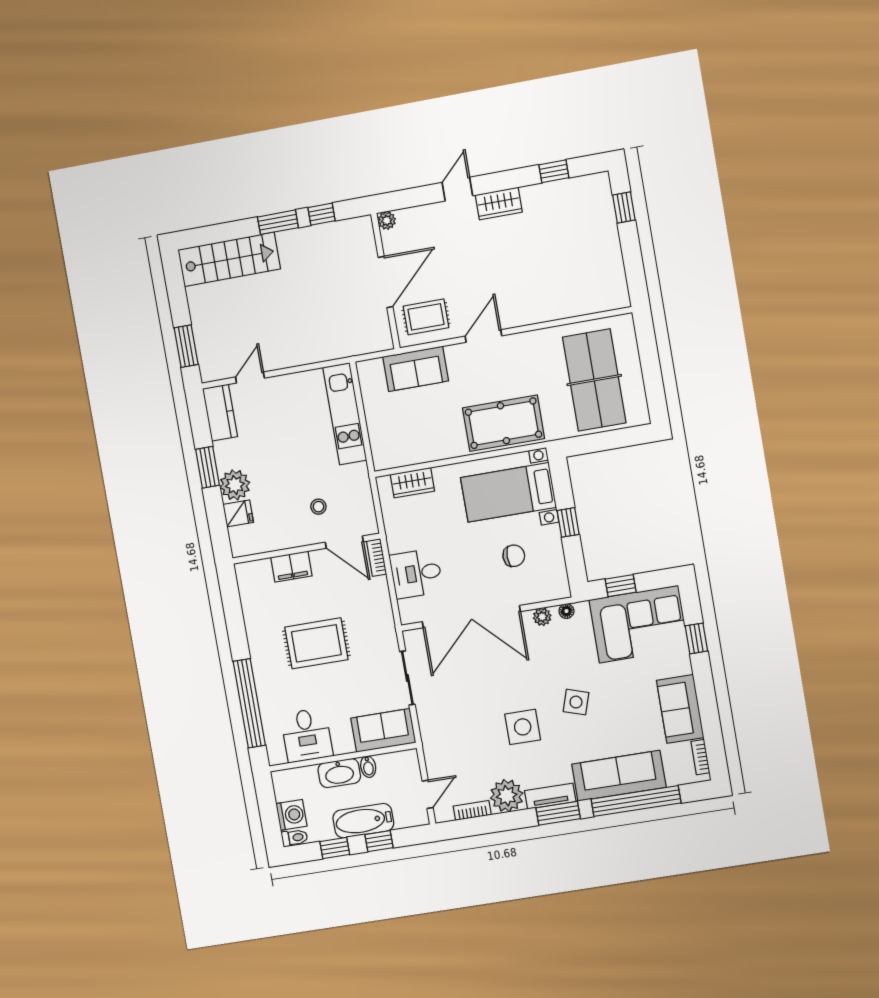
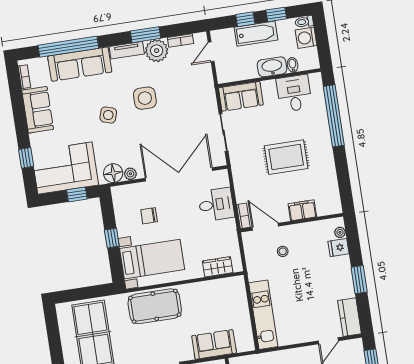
plant: (235, 485) -> (340, 232), moved, width x0.53, depth x0.53
floor lamp: (566, 611) -> (113, 173), width x1.89, depth x1.89
bidet: (368, 767) -> (293, 65), moved
window: (558, 813) -> (146, 35), moved

